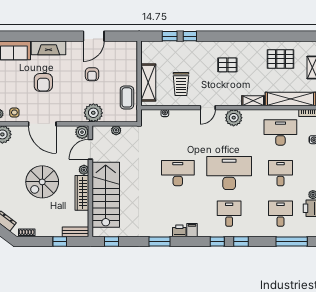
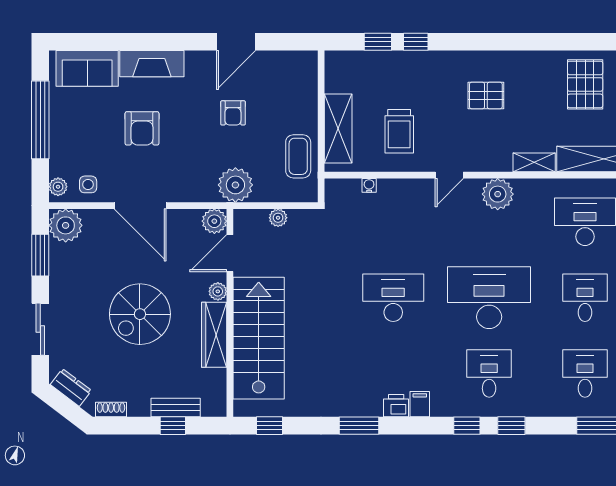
pallet: (281, 59) -> (585, 84), turned 90
bench: (76, 232) -> (176, 408), moved

